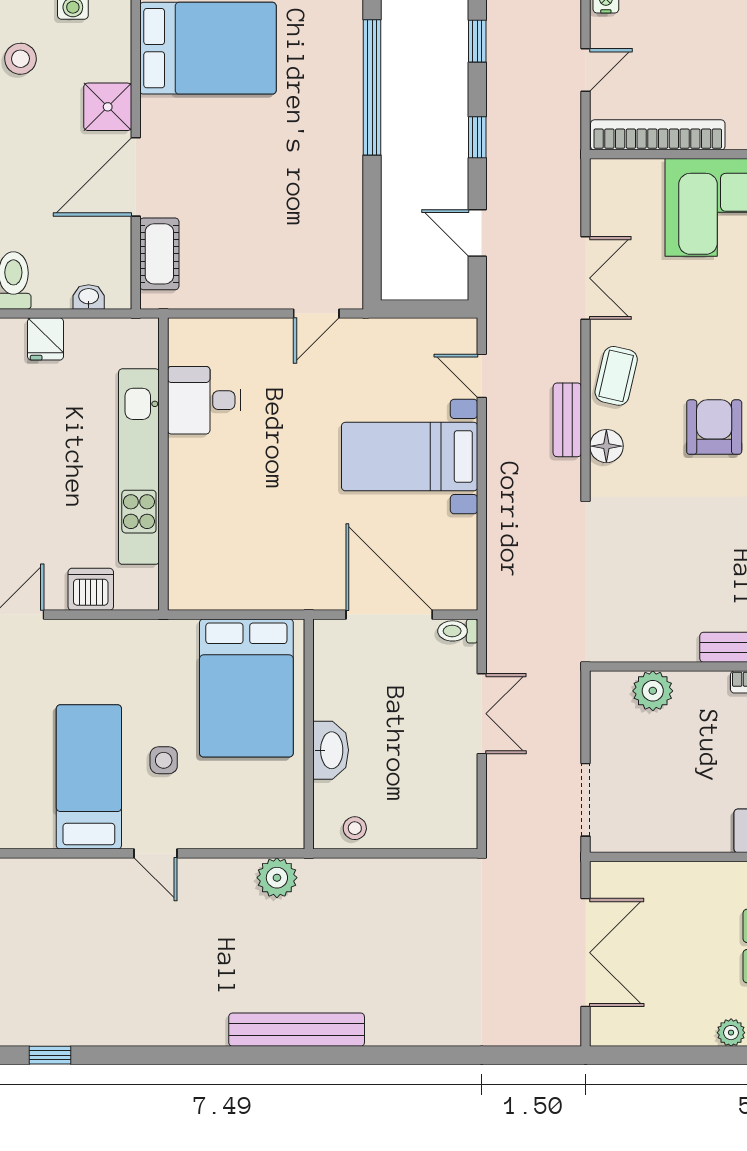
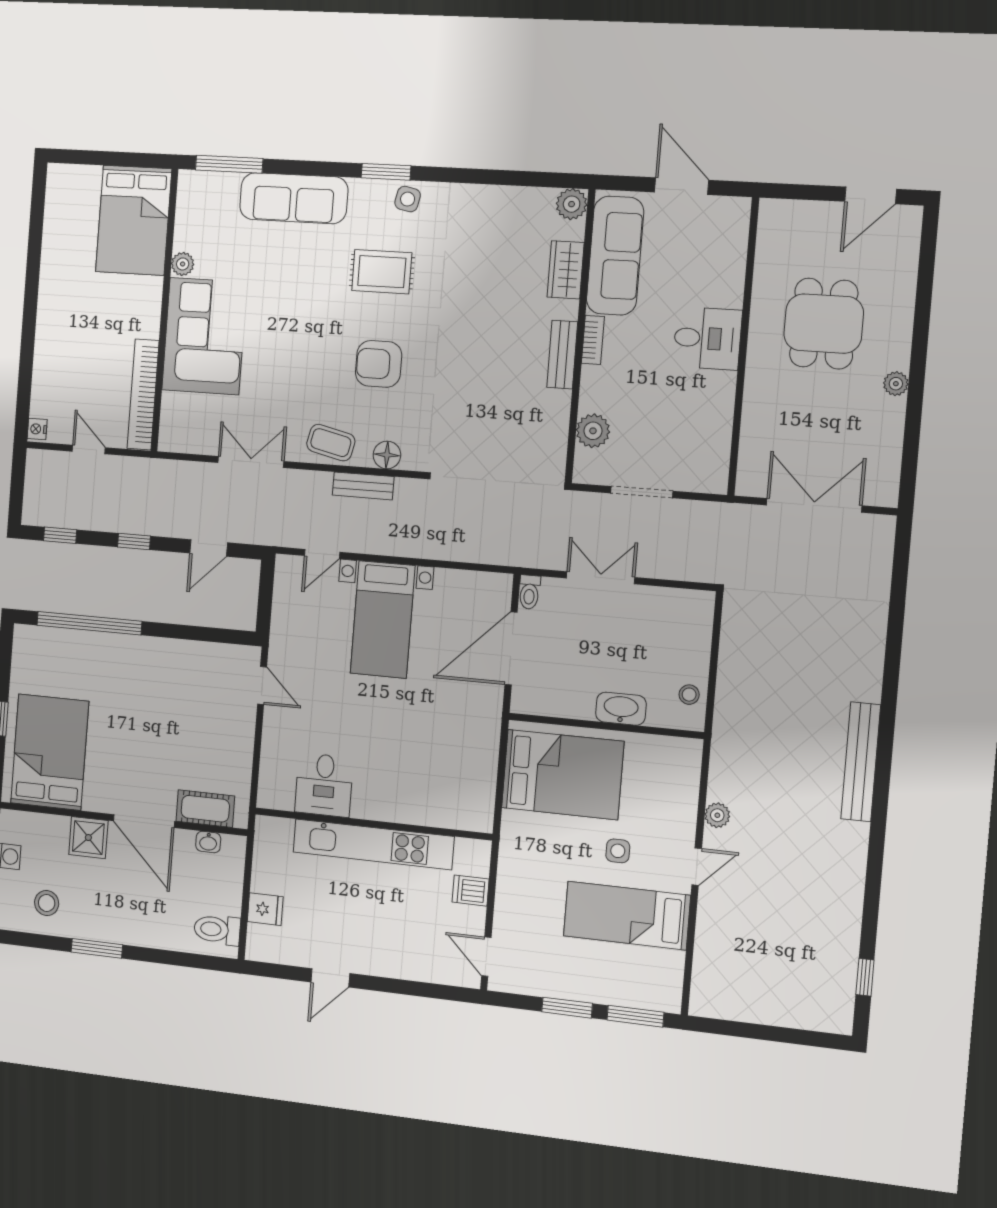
washbasin: (89, 297) -> (208, 842), moved, turned -90
dishwasher: (91, 589) -> (471, 891), width x0.73
doorway: (586, 800) -> (642, 492), moved
plant: (277, 878) -> (717, 815), moved, width x0.73, depth x0.73

